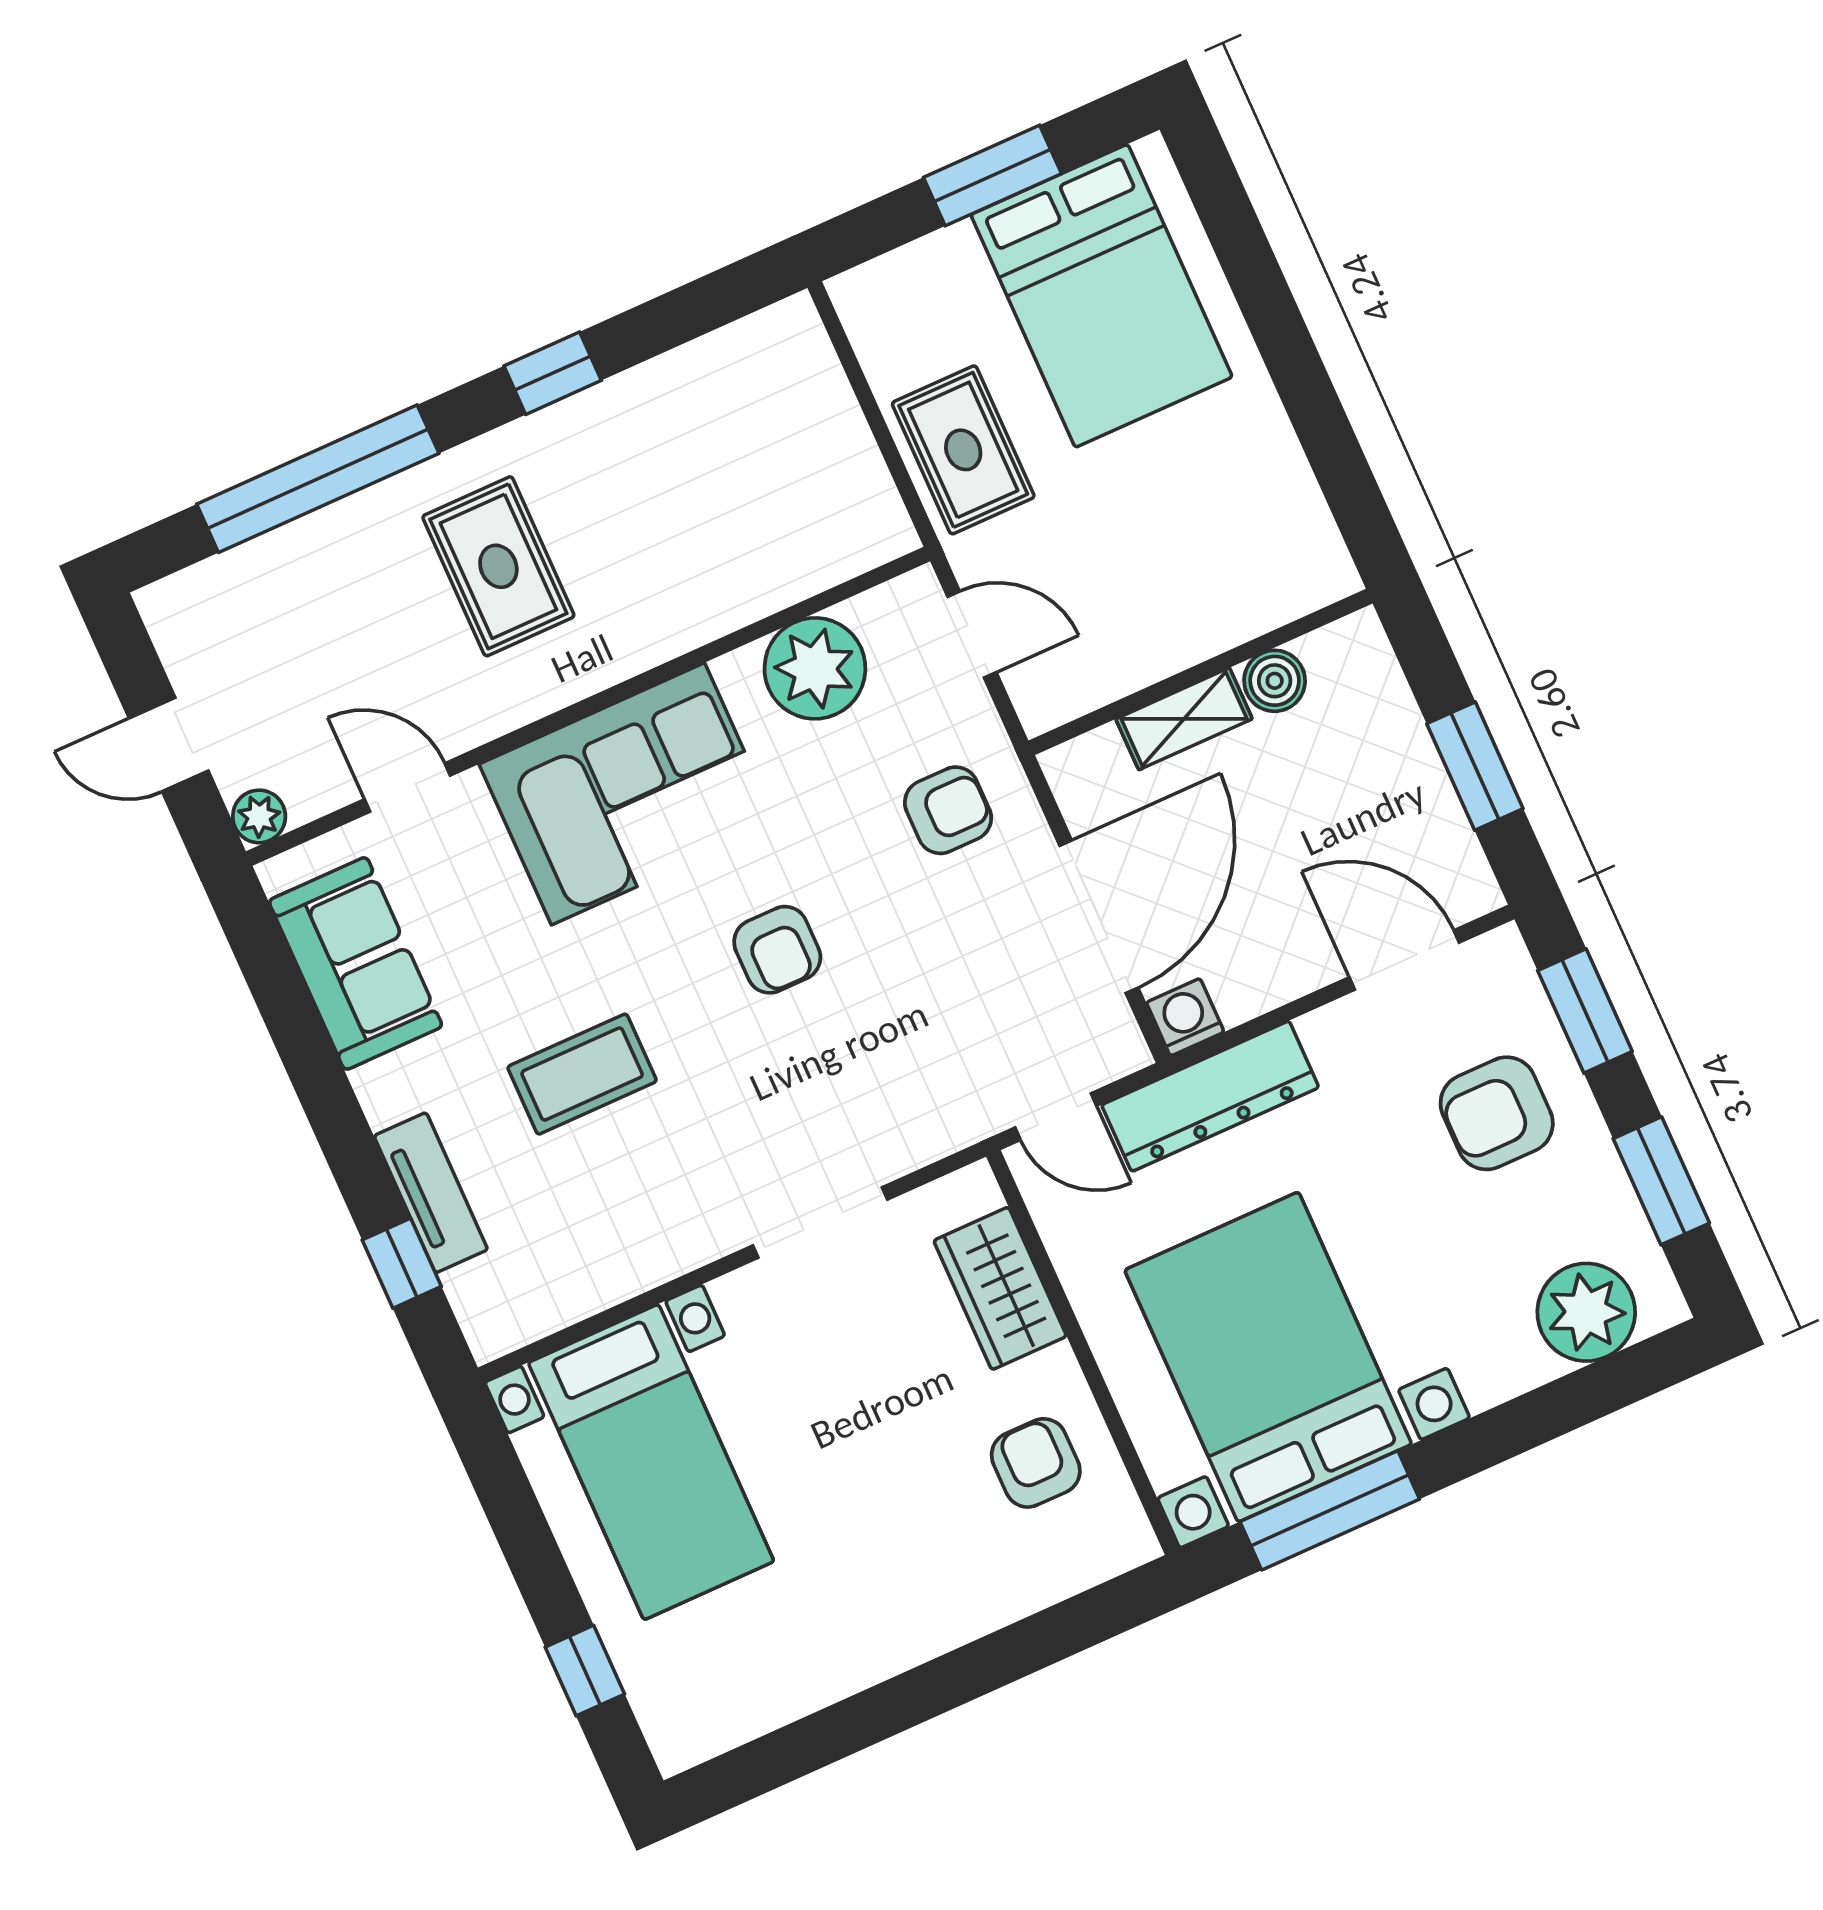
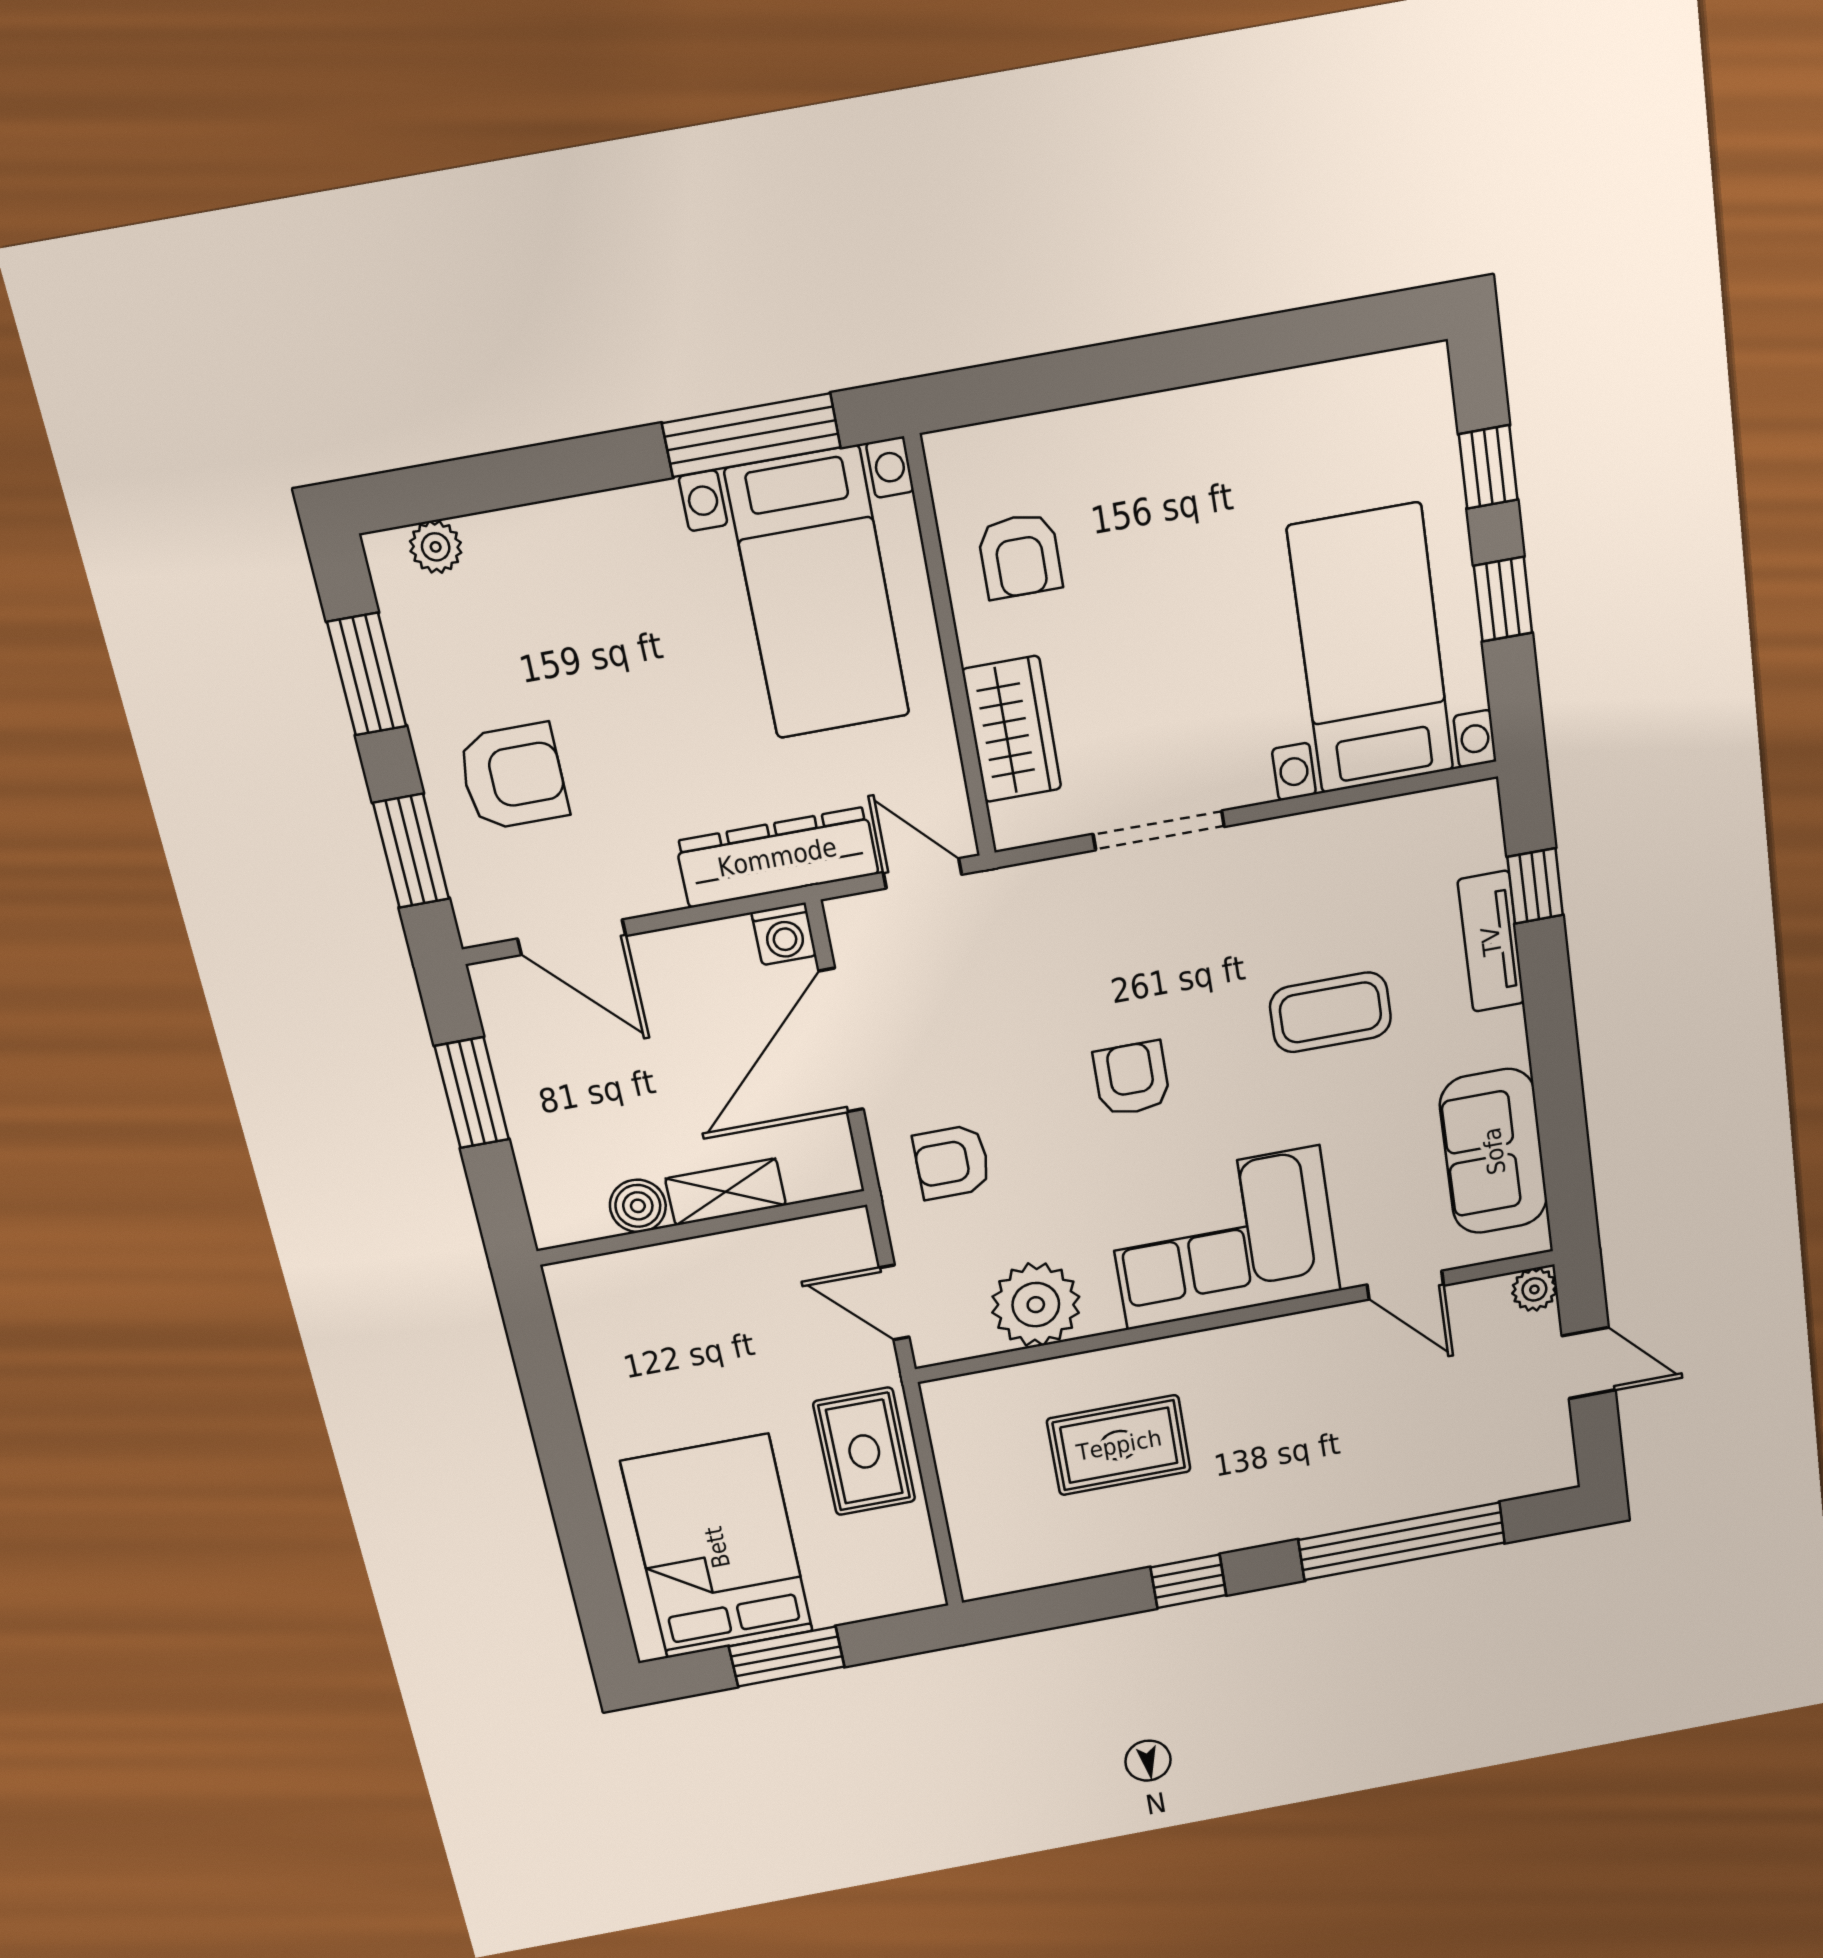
rug: (498, 566) -> (1119, 1445), moved, turned 90
plant: (1586, 1312) -> (436, 547), width x0.53, depth x0.53
bed with nightstands: (1268, 1357) -> (818, 593), width x0.73
window: (529, 1546) -> (1503, 599), added

